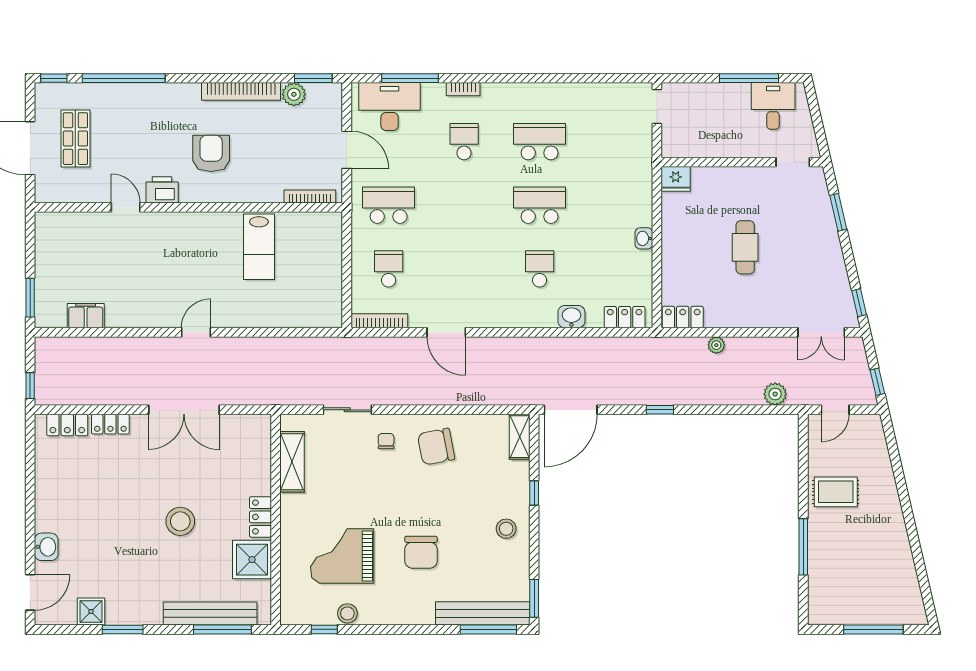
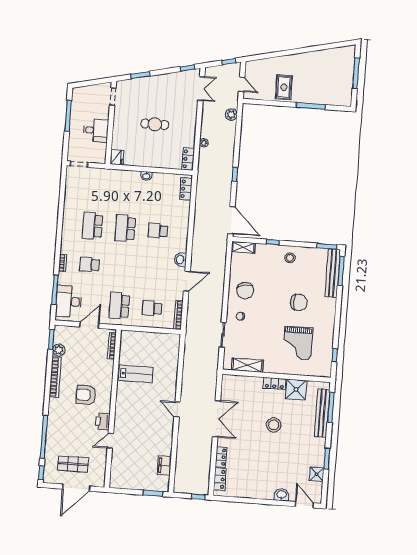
desk: (773, 106) -> (96, 130), moved, turned 180
washbasin: (571, 317) -> (180, 259), moved
stool: (347, 613) -> (327, 343), removed

